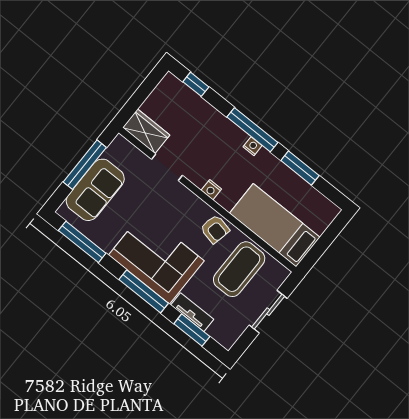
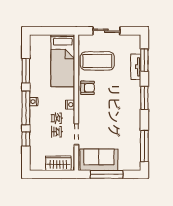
window: (196, 84) -> (26, 139), moved
wardrobe: (146, 131) -> (58, 163), moved, turned 90
sofa: (95, 190) -> (99, 160), moved
armchair: (215, 229) -> (87, 88), turned 78
corner sofa: (156, 258) -> (124, 105), removed
window: (144, 291) -> (144, 98), width x0.69

